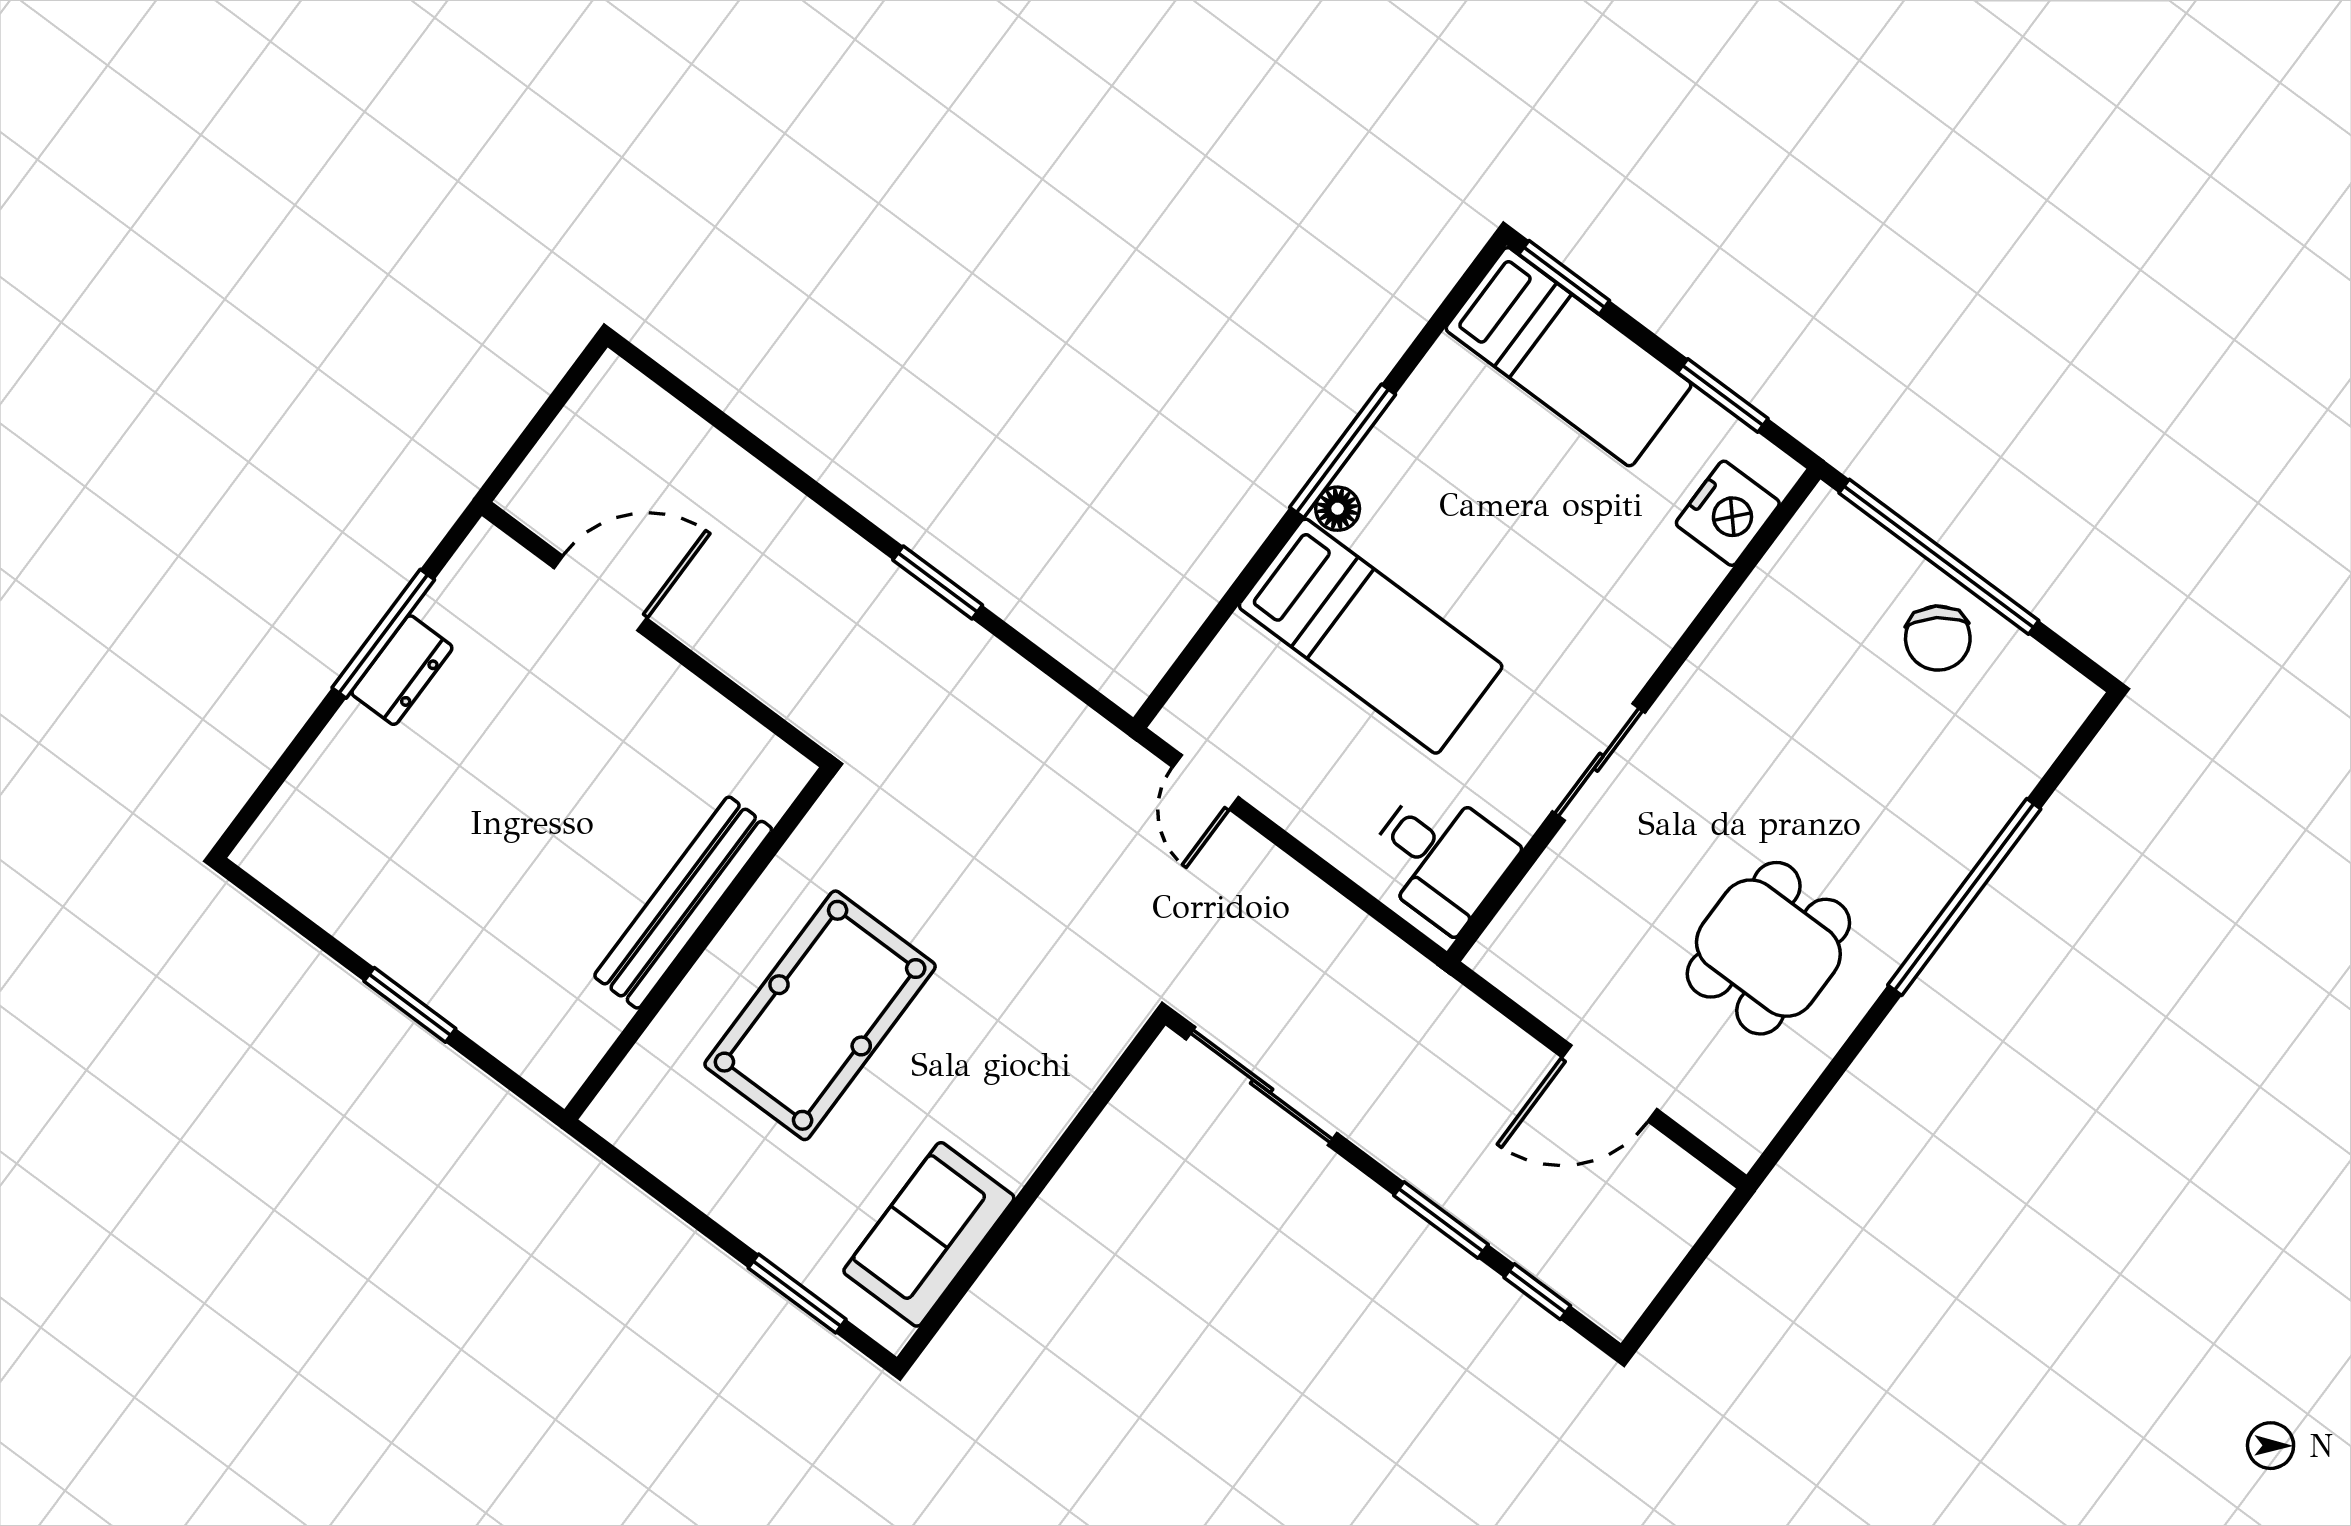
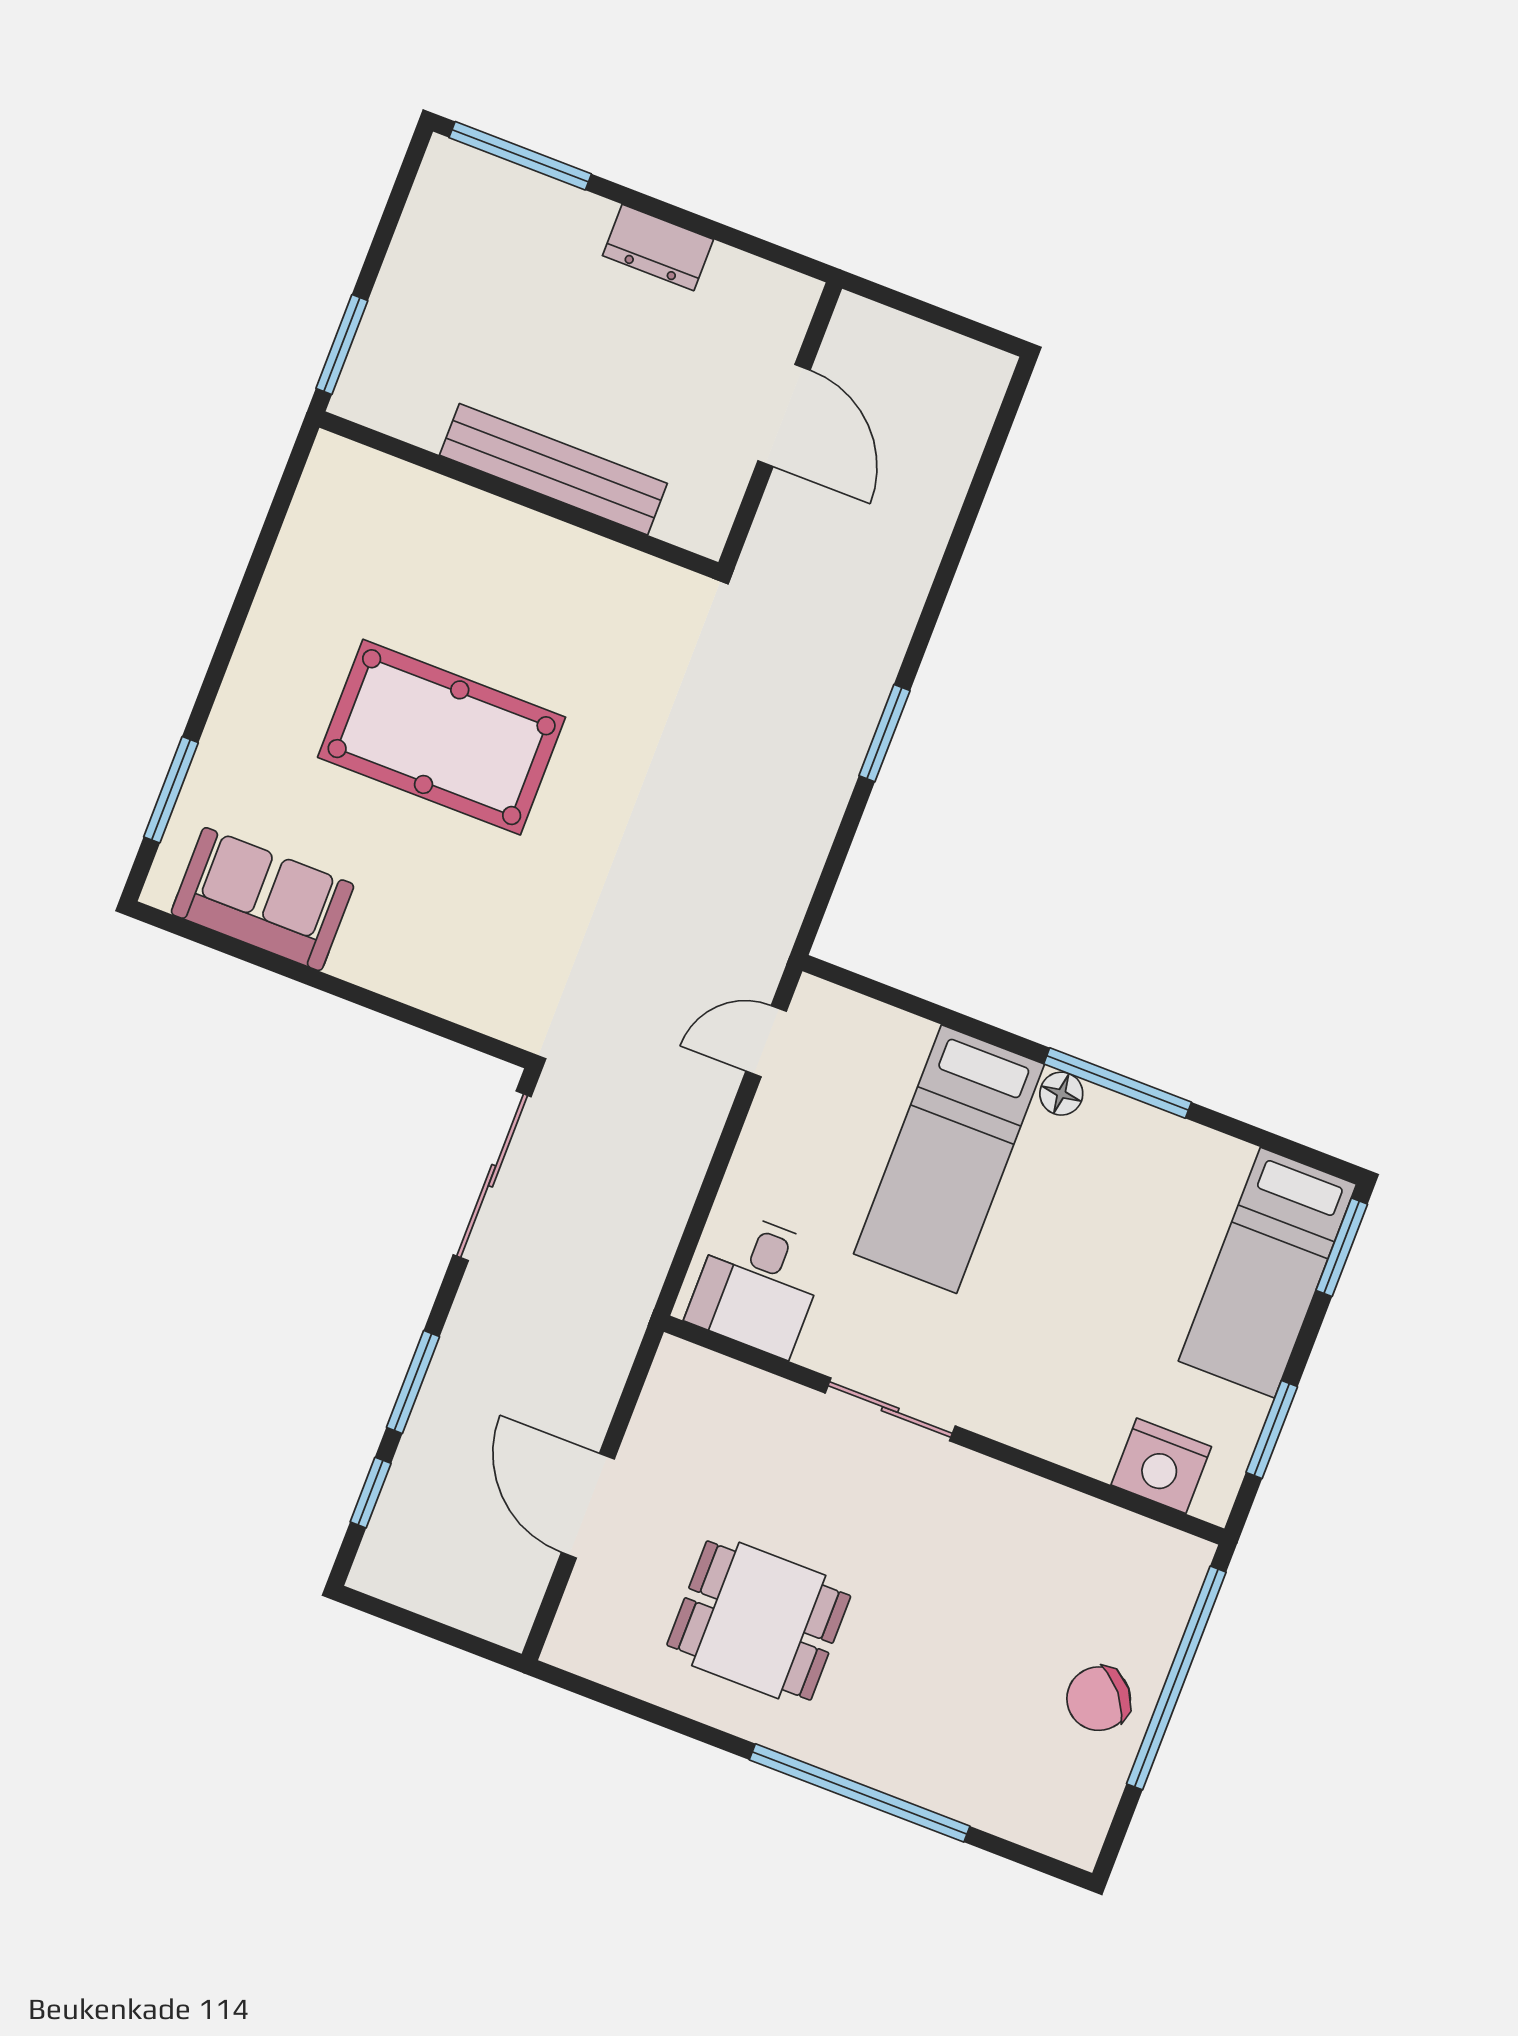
window: (383, 634) -> (520, 156), moved
bench: (683, 903) -> (553, 469), moved
wall: (699, 943) -> (519, 495), moved

